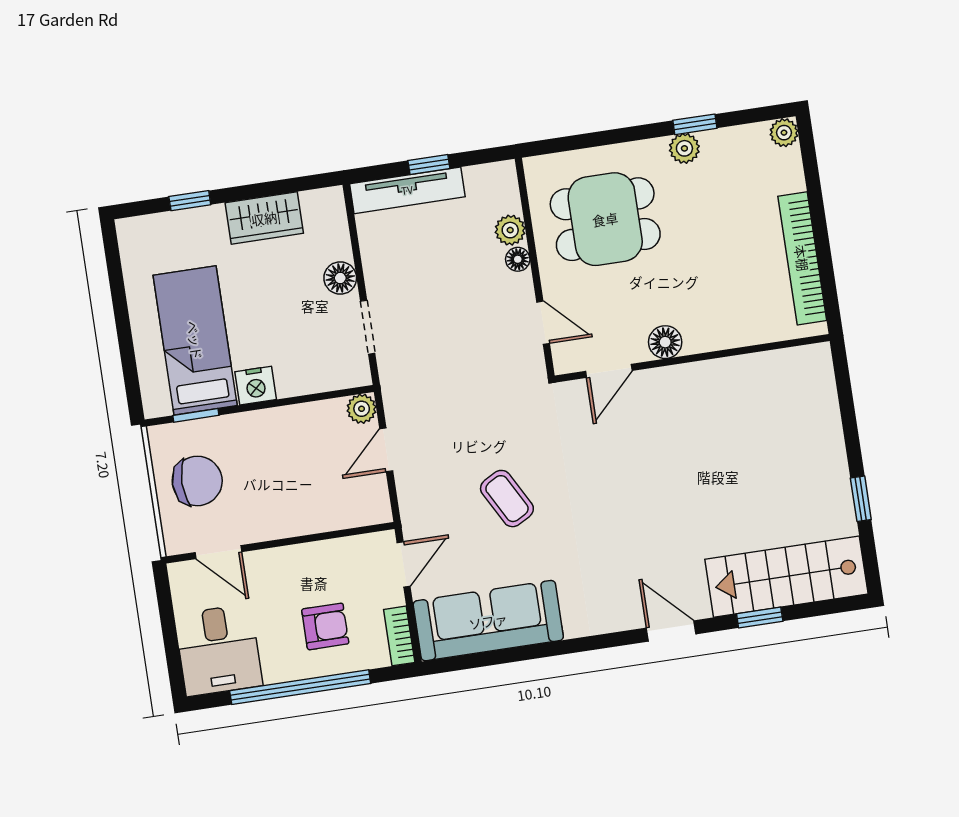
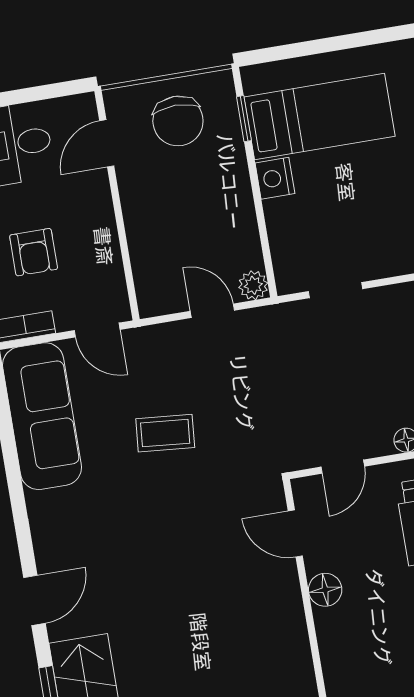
floor lamp: (340, 278) -> (385, 262), removed
coffee table: (507, 499) -> (165, 433), turned 34

